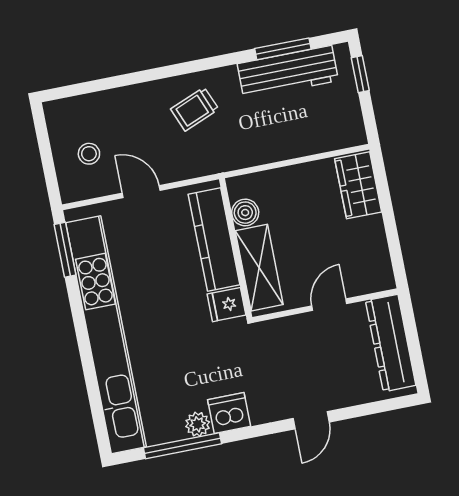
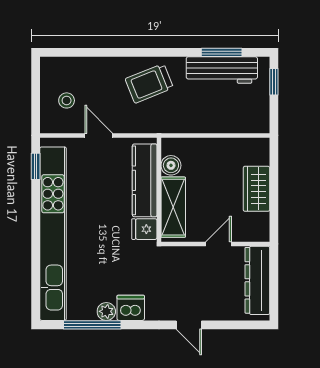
trolley: (195, 109) -> (149, 83), width x1.36, depth x1.39
wardrobe: (358, 185) -> (256, 189), moved
window: (65, 250) -> (36, 166), width x0.67
door: (311, 420) -> (189, 325), hinge flipped

